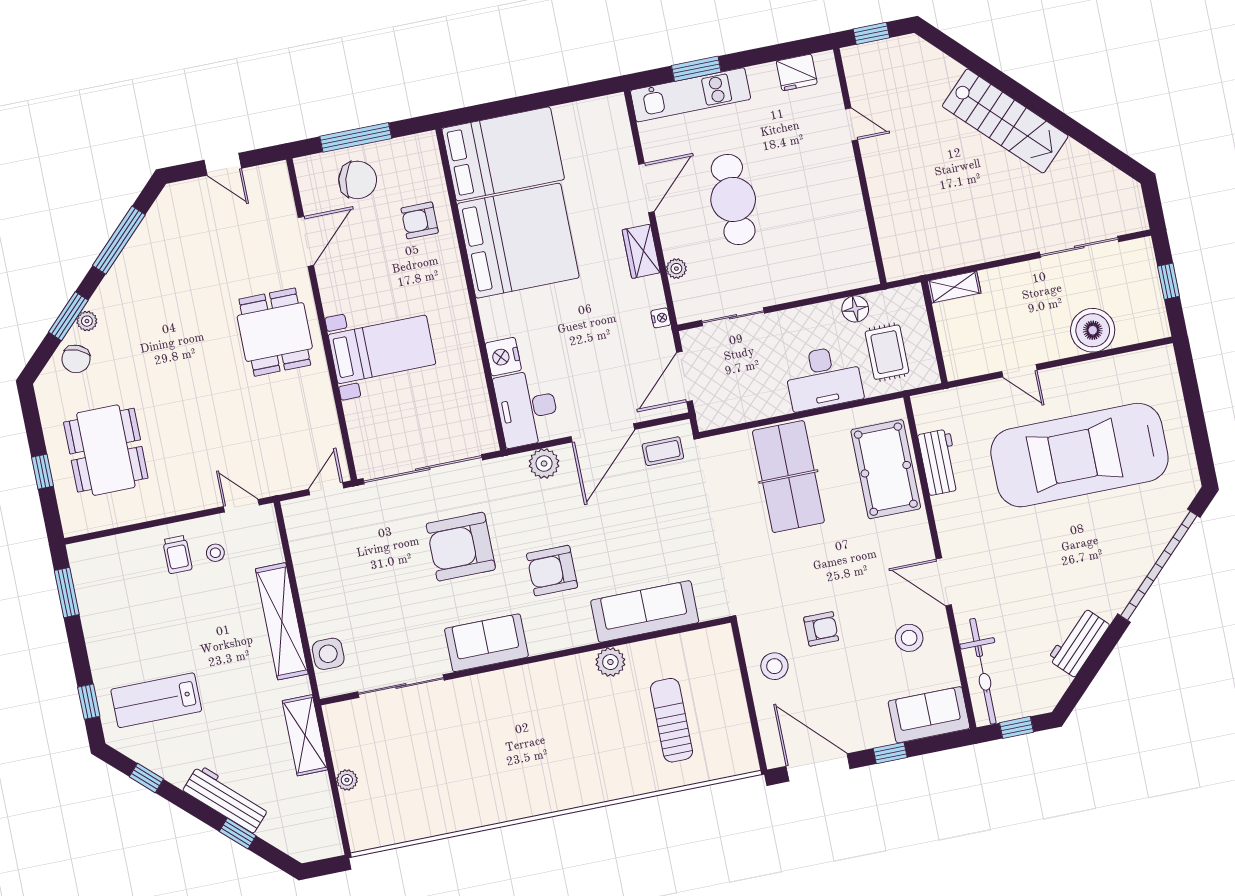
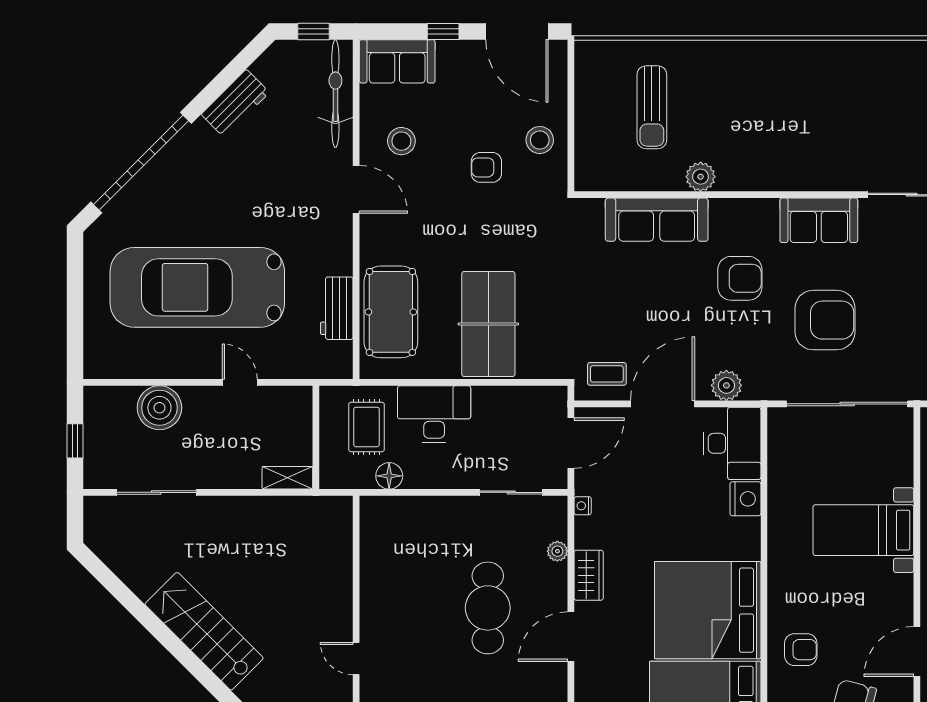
car: (1079, 455) -> (197, 287), turned 180

